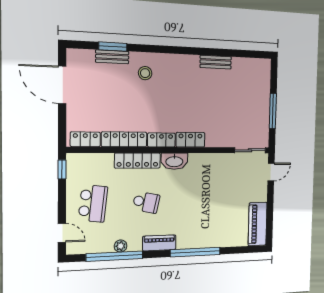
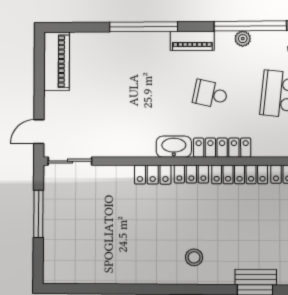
bench: (216, 62) -> (120, 276), removed
stool: (145, 73) -> (194, 257), moved

